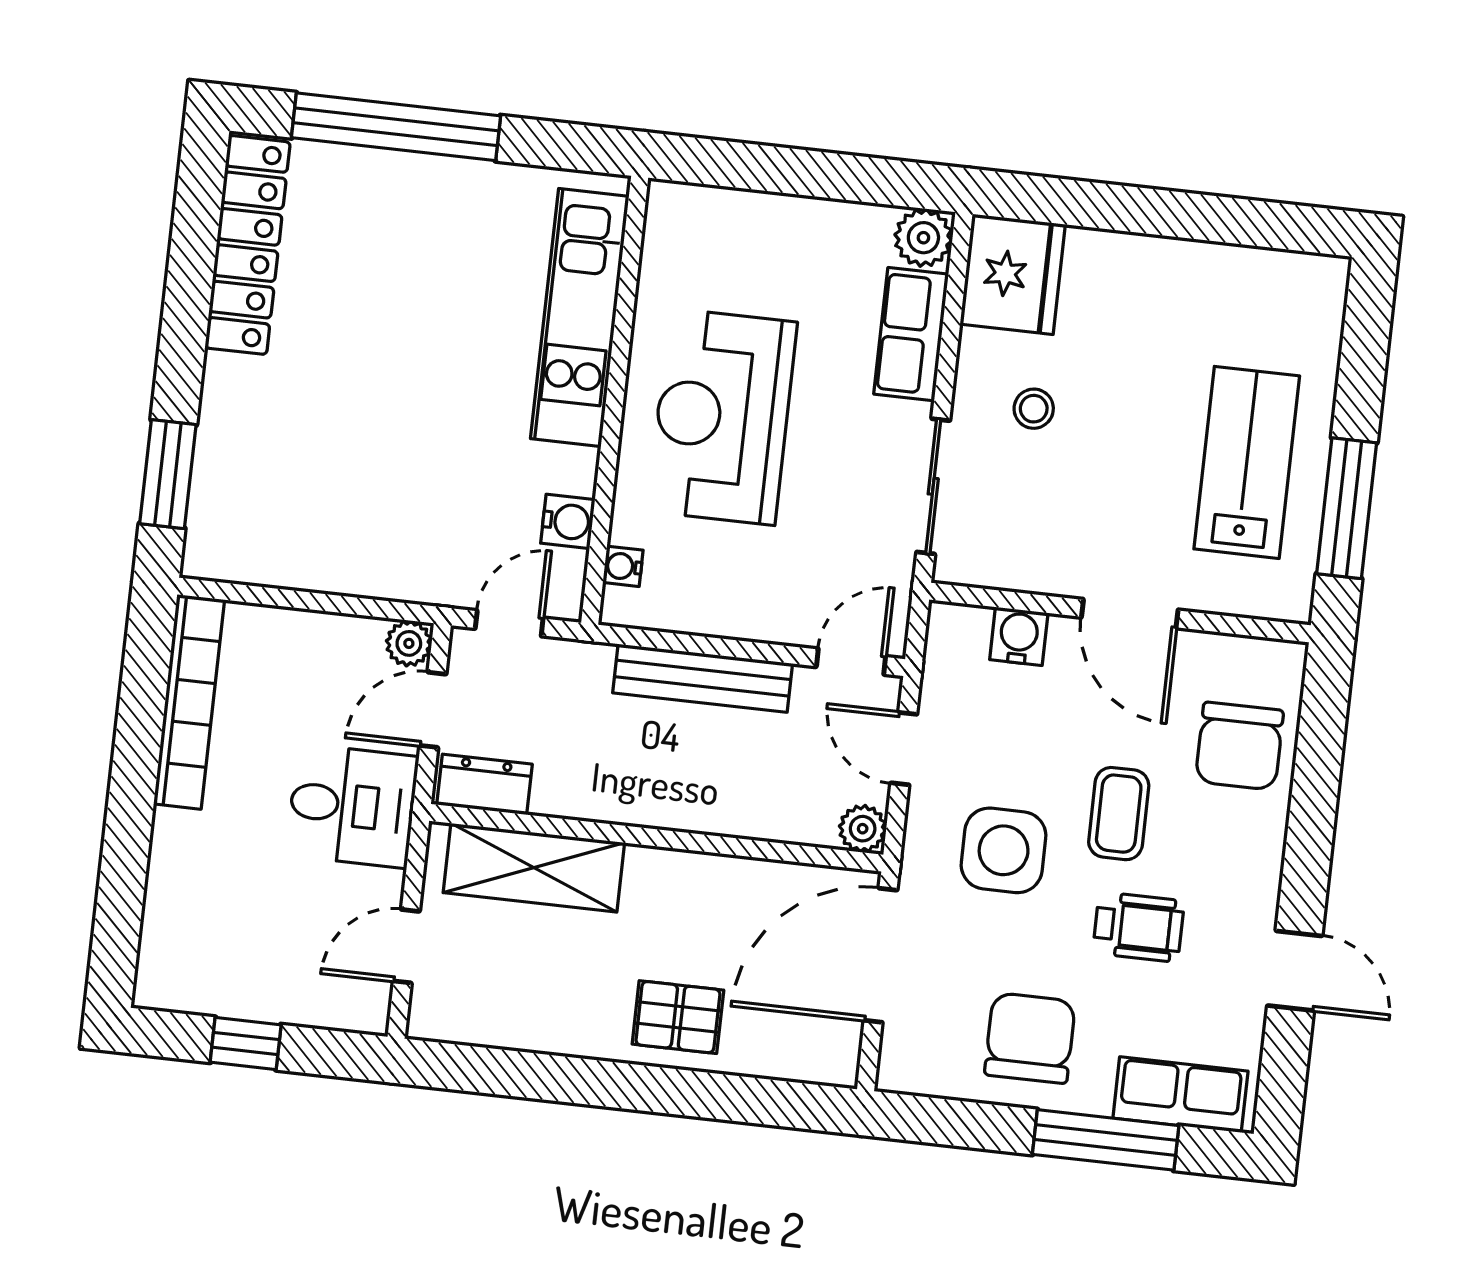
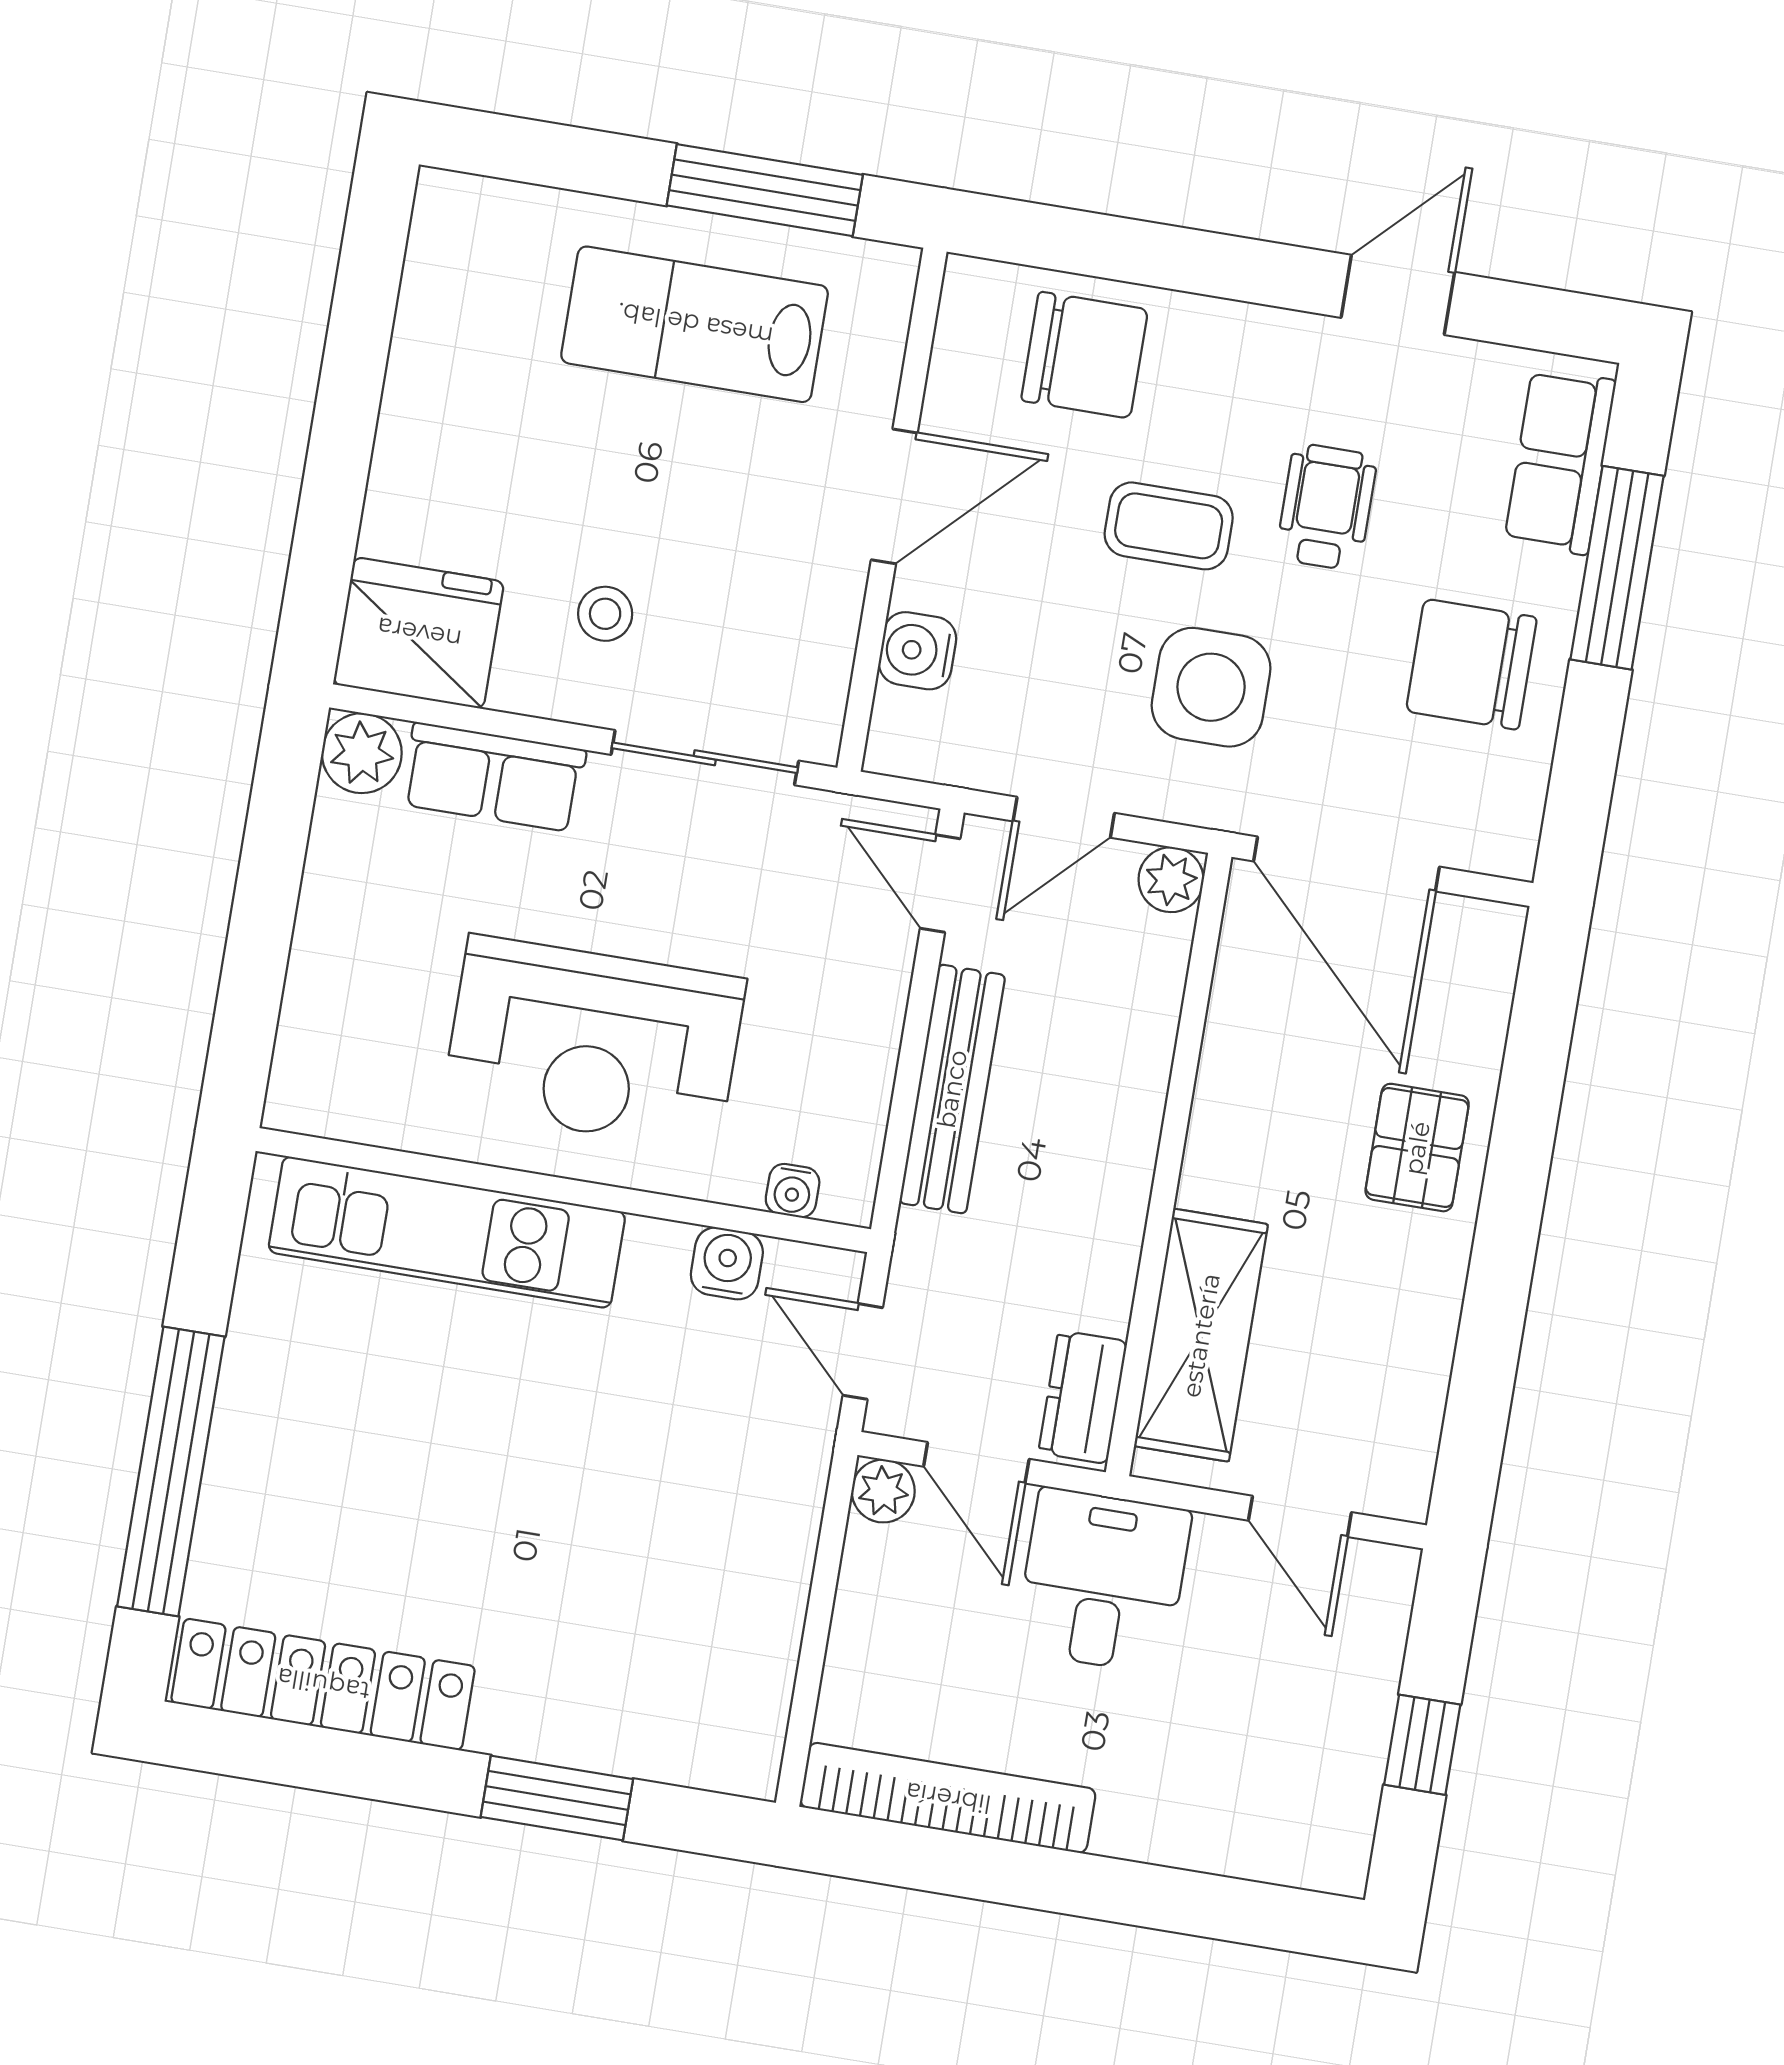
window: (168, 474) -> (557, 1798), moved

